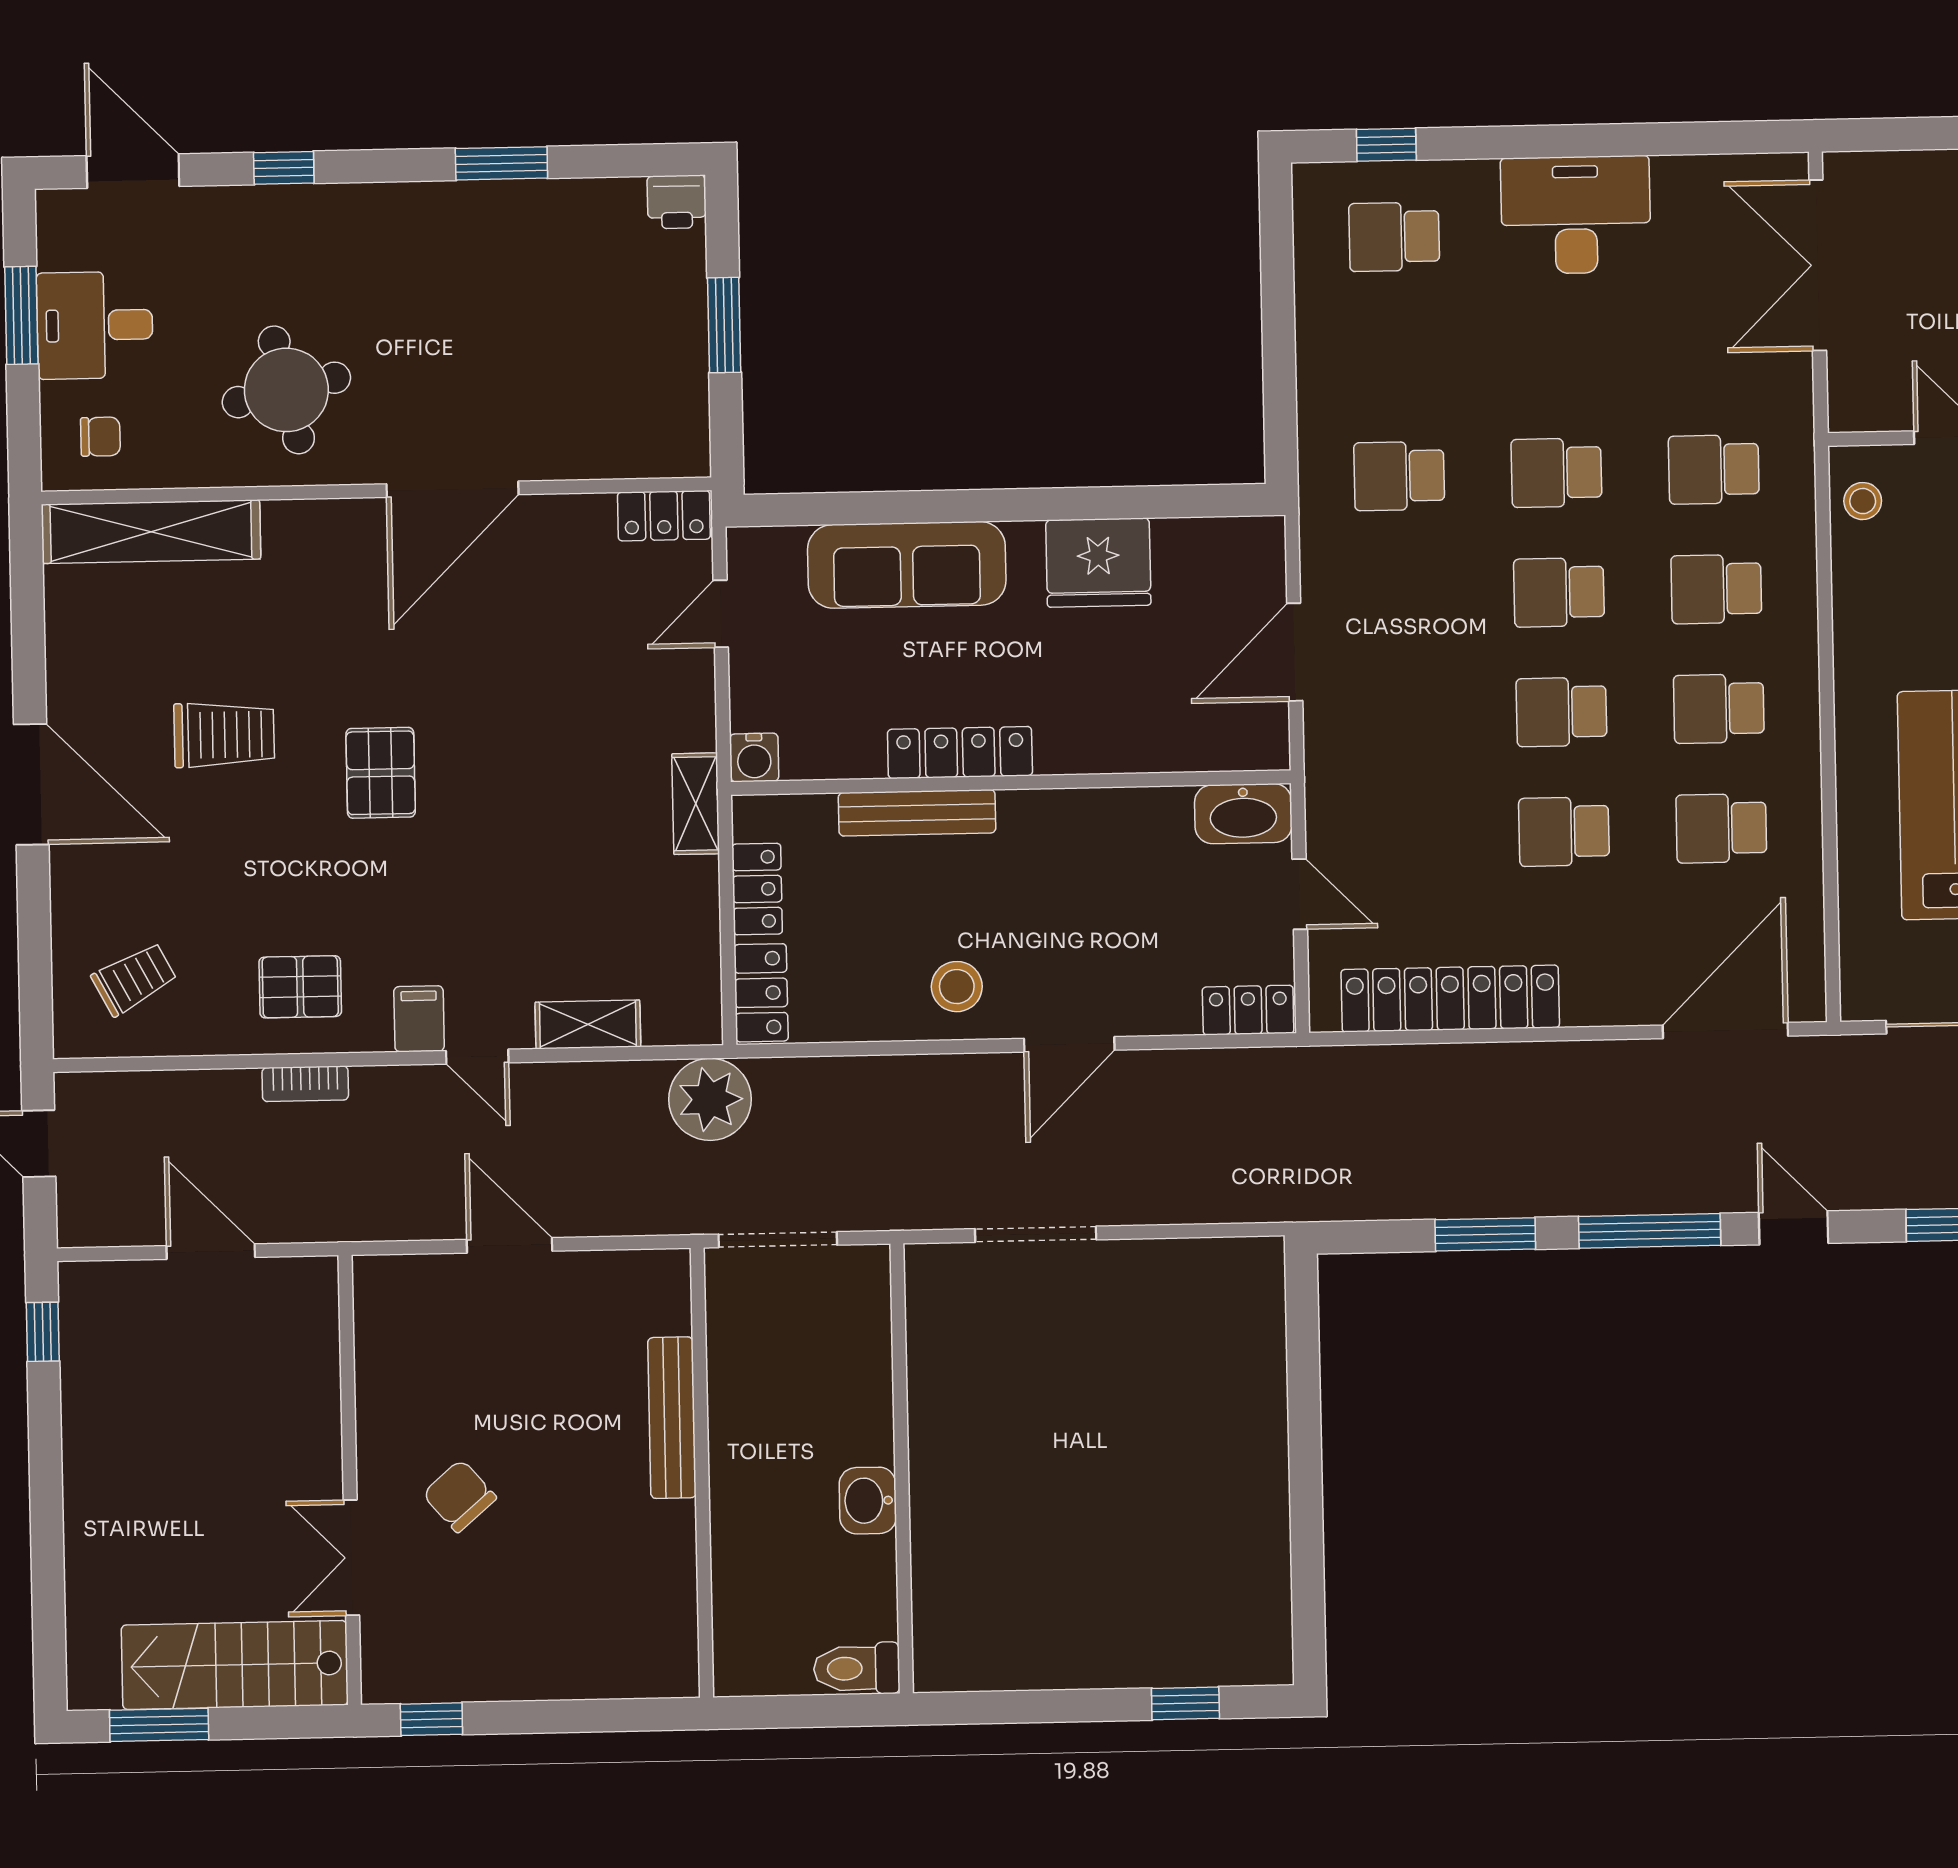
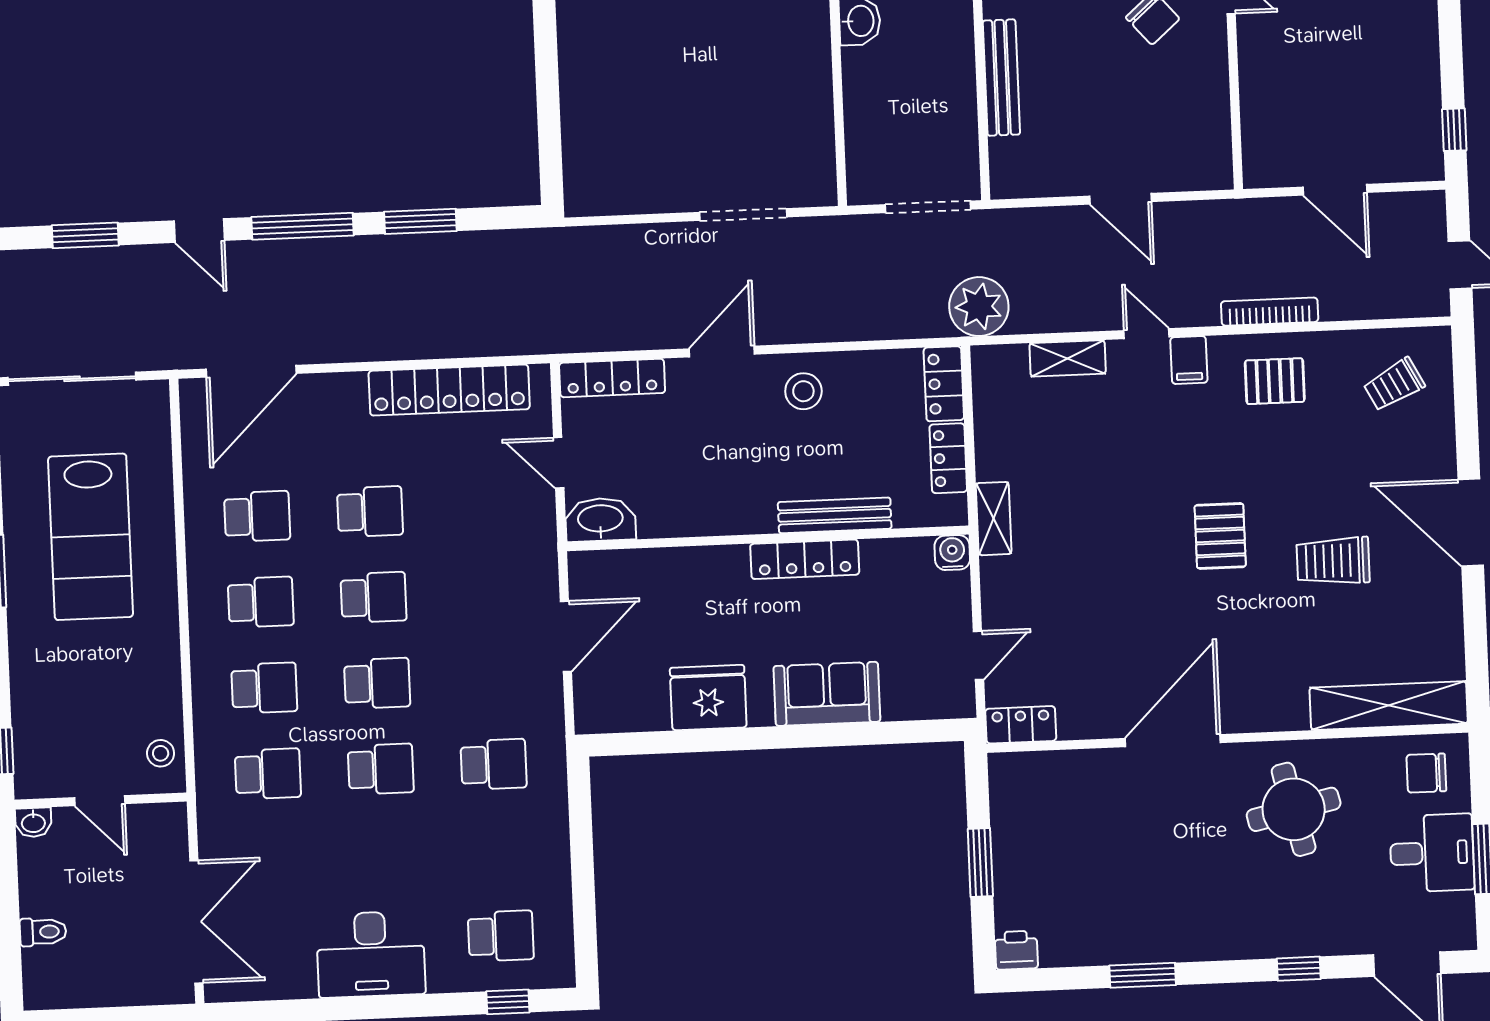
chair: (100, 437) -> (1426, 773), width x1.37, depth x1.37
sofa: (907, 565) -> (827, 694), width x0.73
locker: (1248, 1010) -> (612, 378), width x1.53
bookcase: (305, 1084) -> (1270, 312), width x1.56

